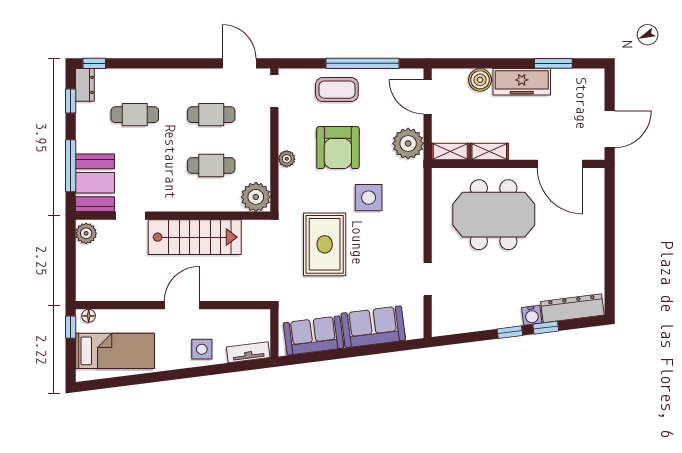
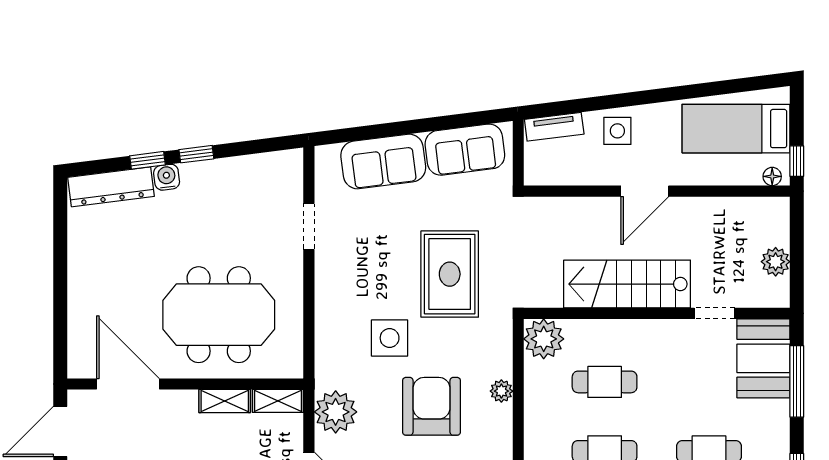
plant: (86, 233) -> (776, 262), moved

